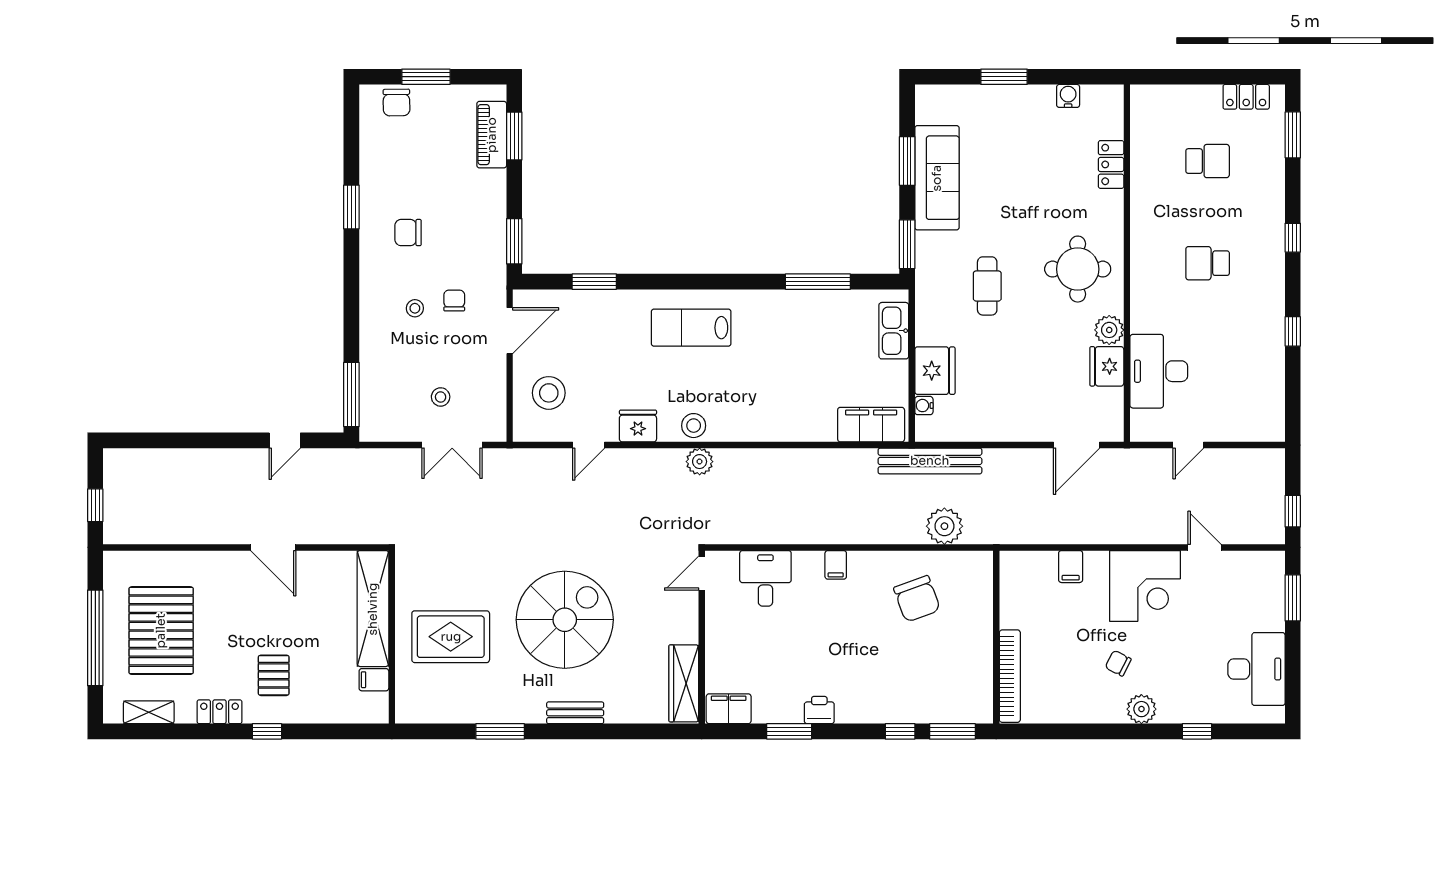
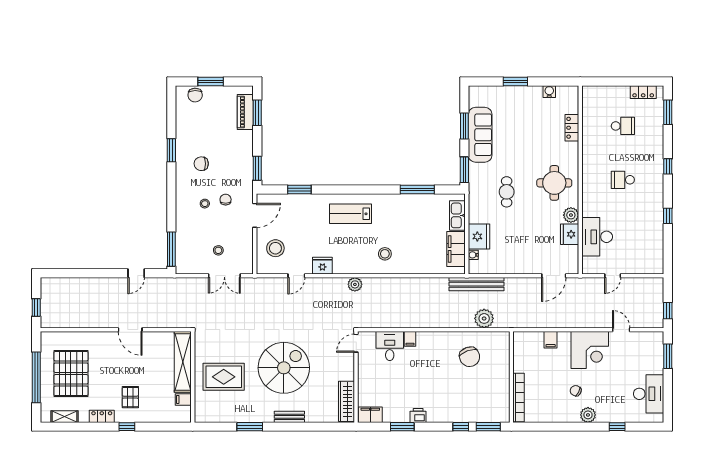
filing cabinet: (871, 425) -> (456, 249), moved, turned -90
stool: (694, 426) -> (385, 254), moved
filing cabinet: (836, 565) -> (410, 339), moved

